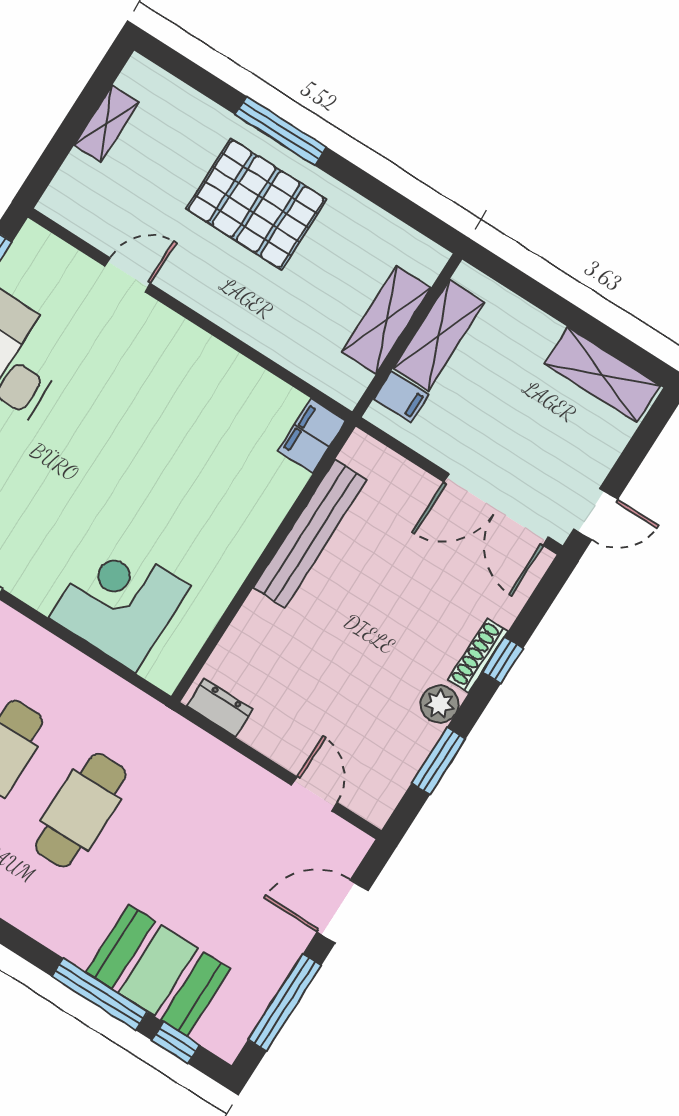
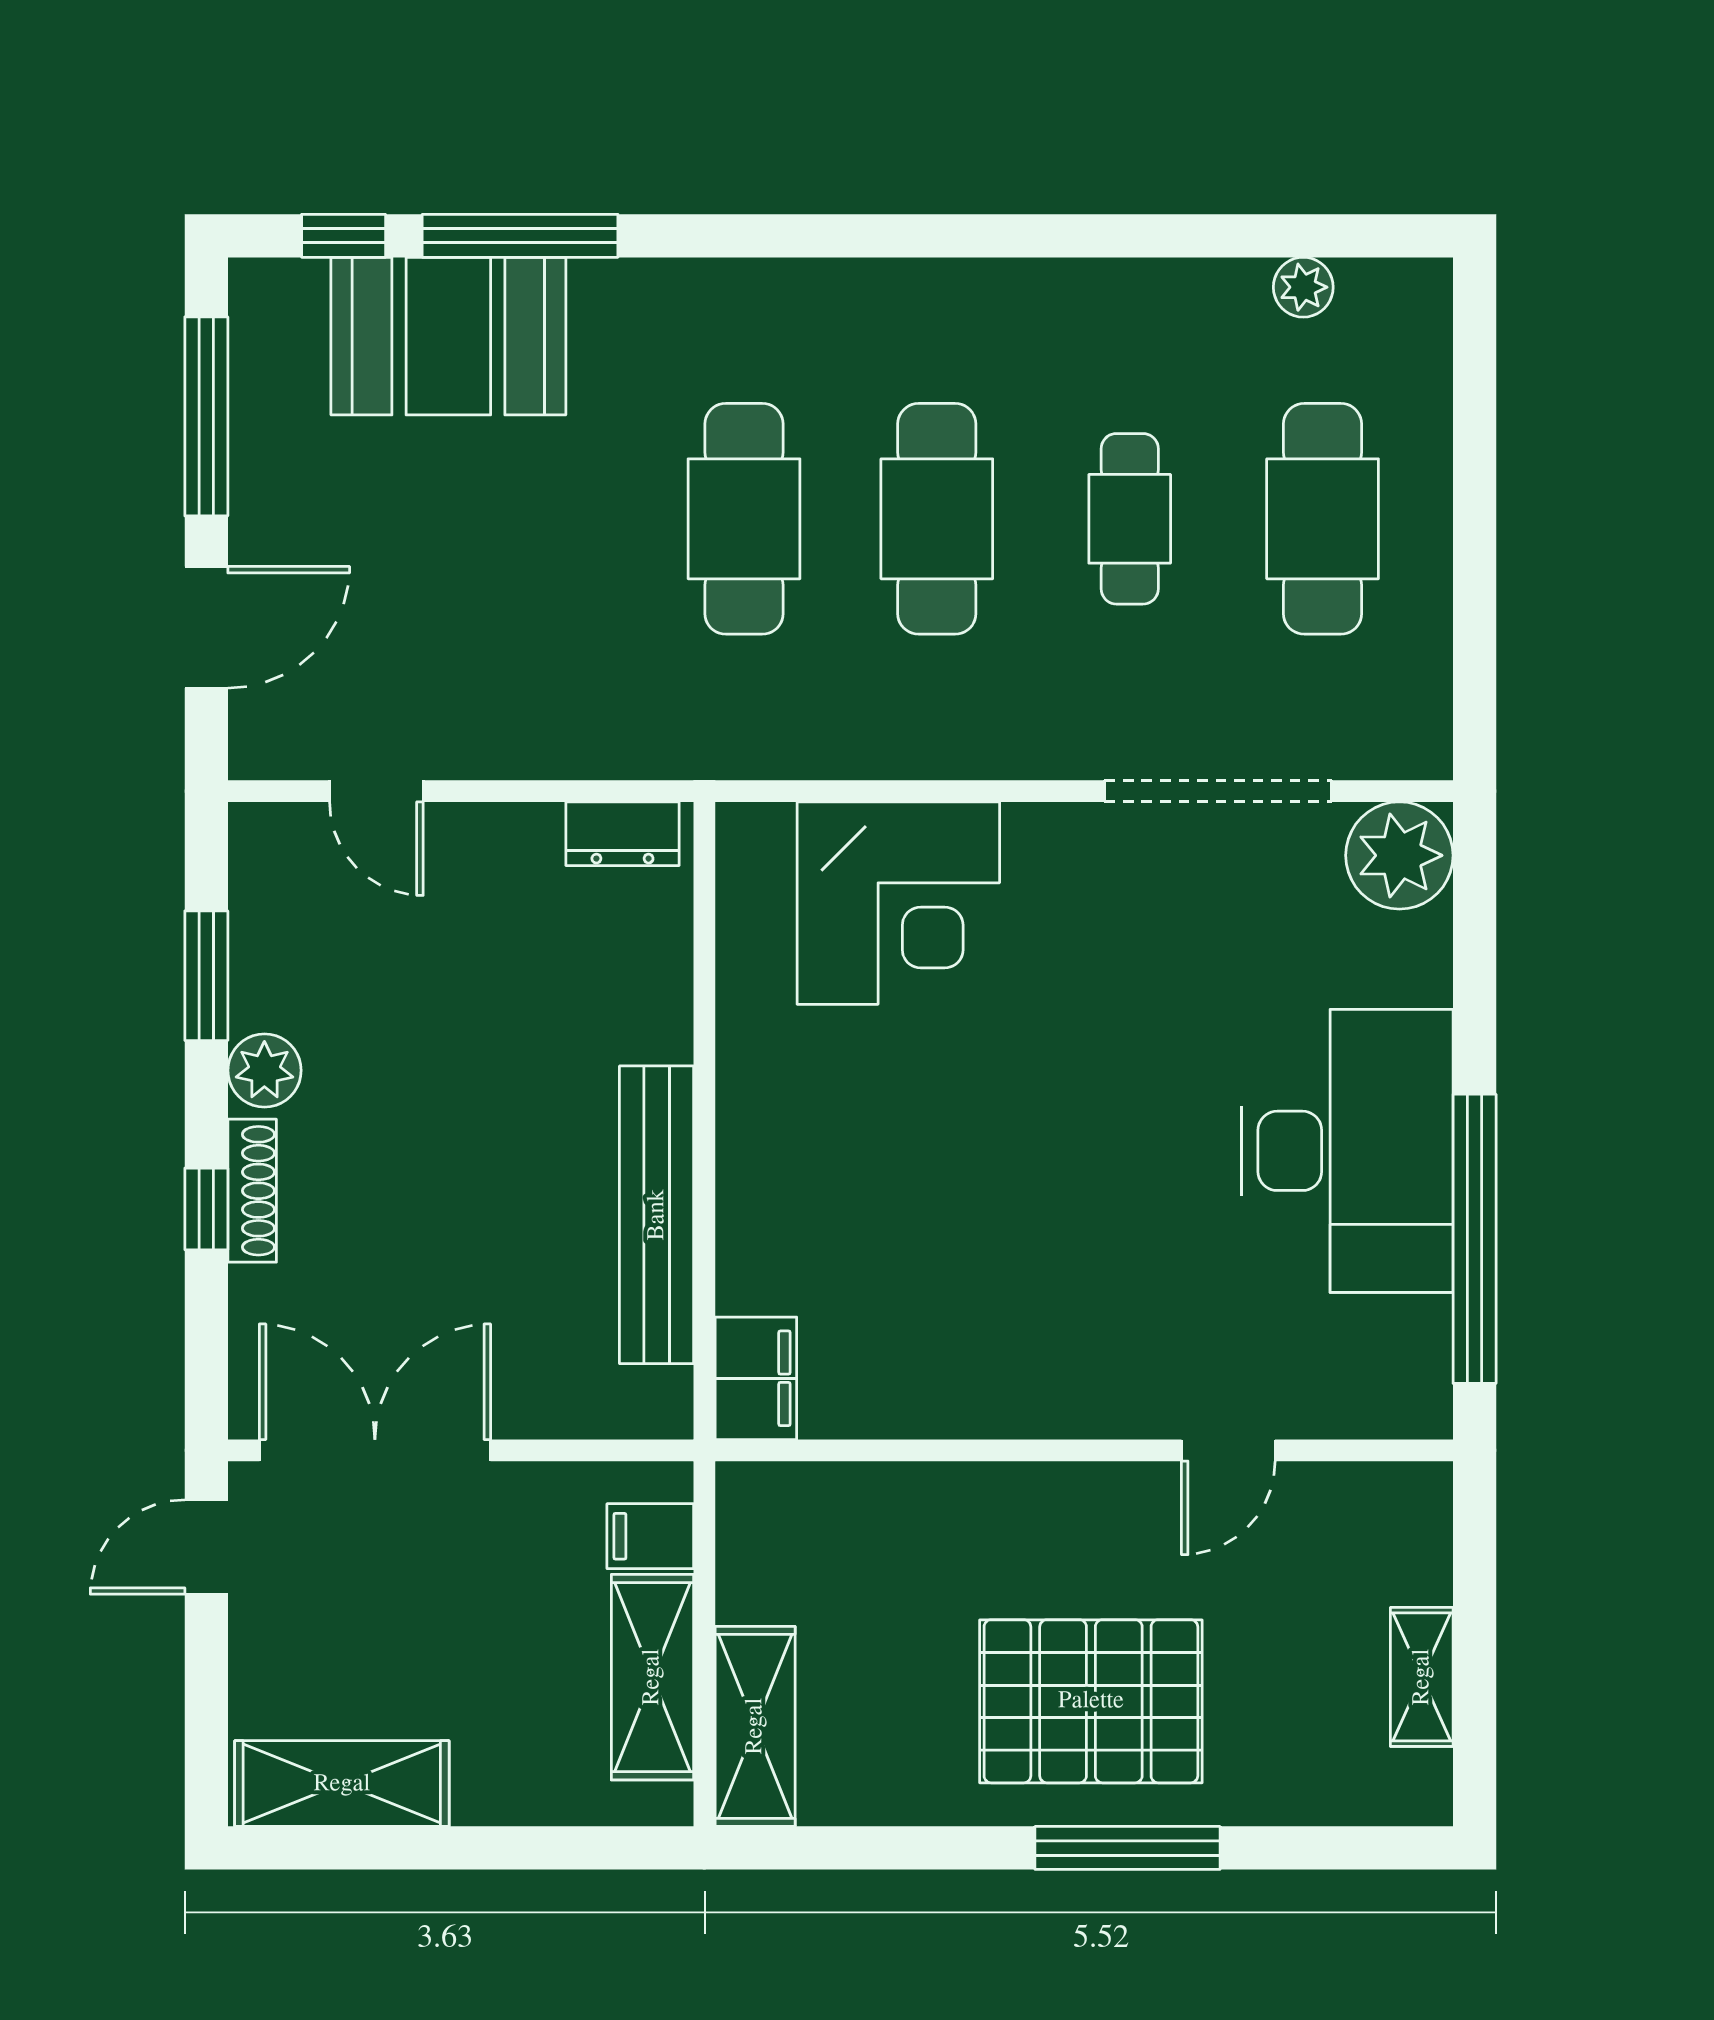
shelving: (386, 320) -> (755, 1726), moved

